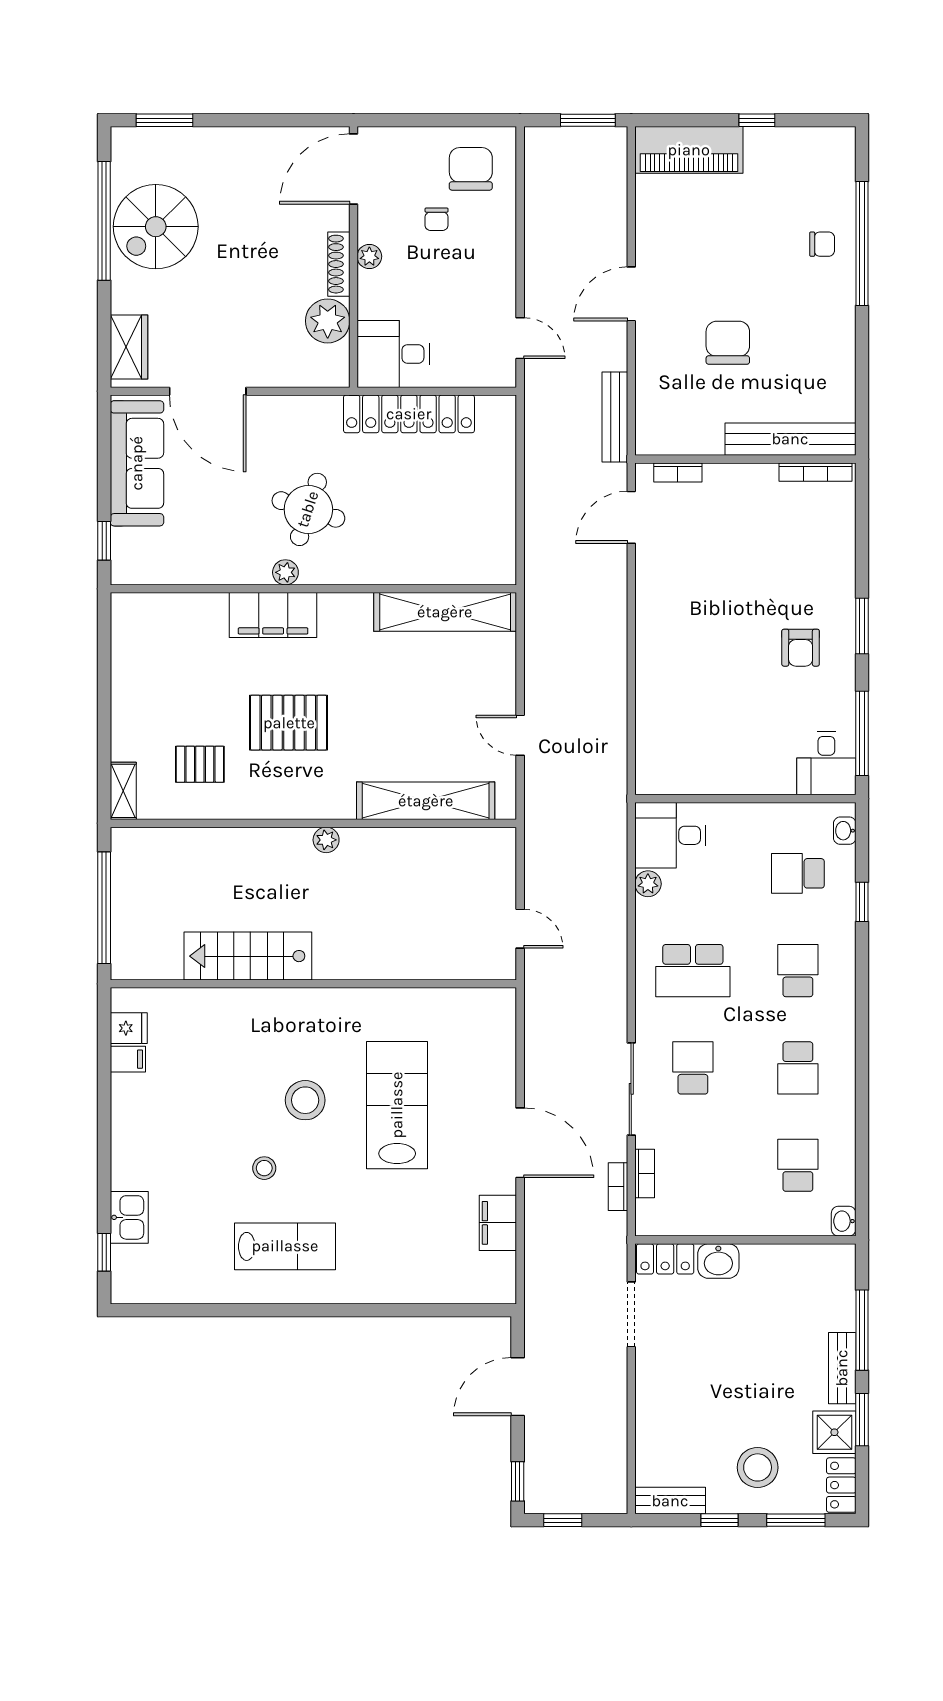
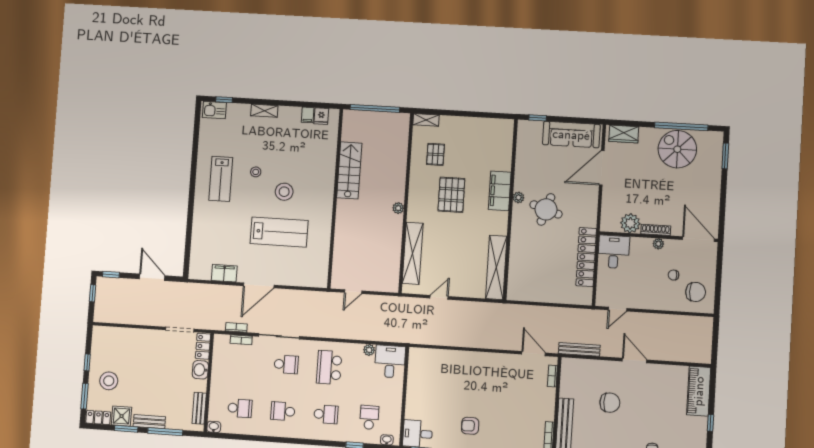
window: (588, 120) -> (715, 346), removed
shelving: (124, 1159) -> (264, 111), added
kitchen sink: (129, 1217) -> (214, 110), moved
bench: (670, 1501) -> (199, 408), moved

